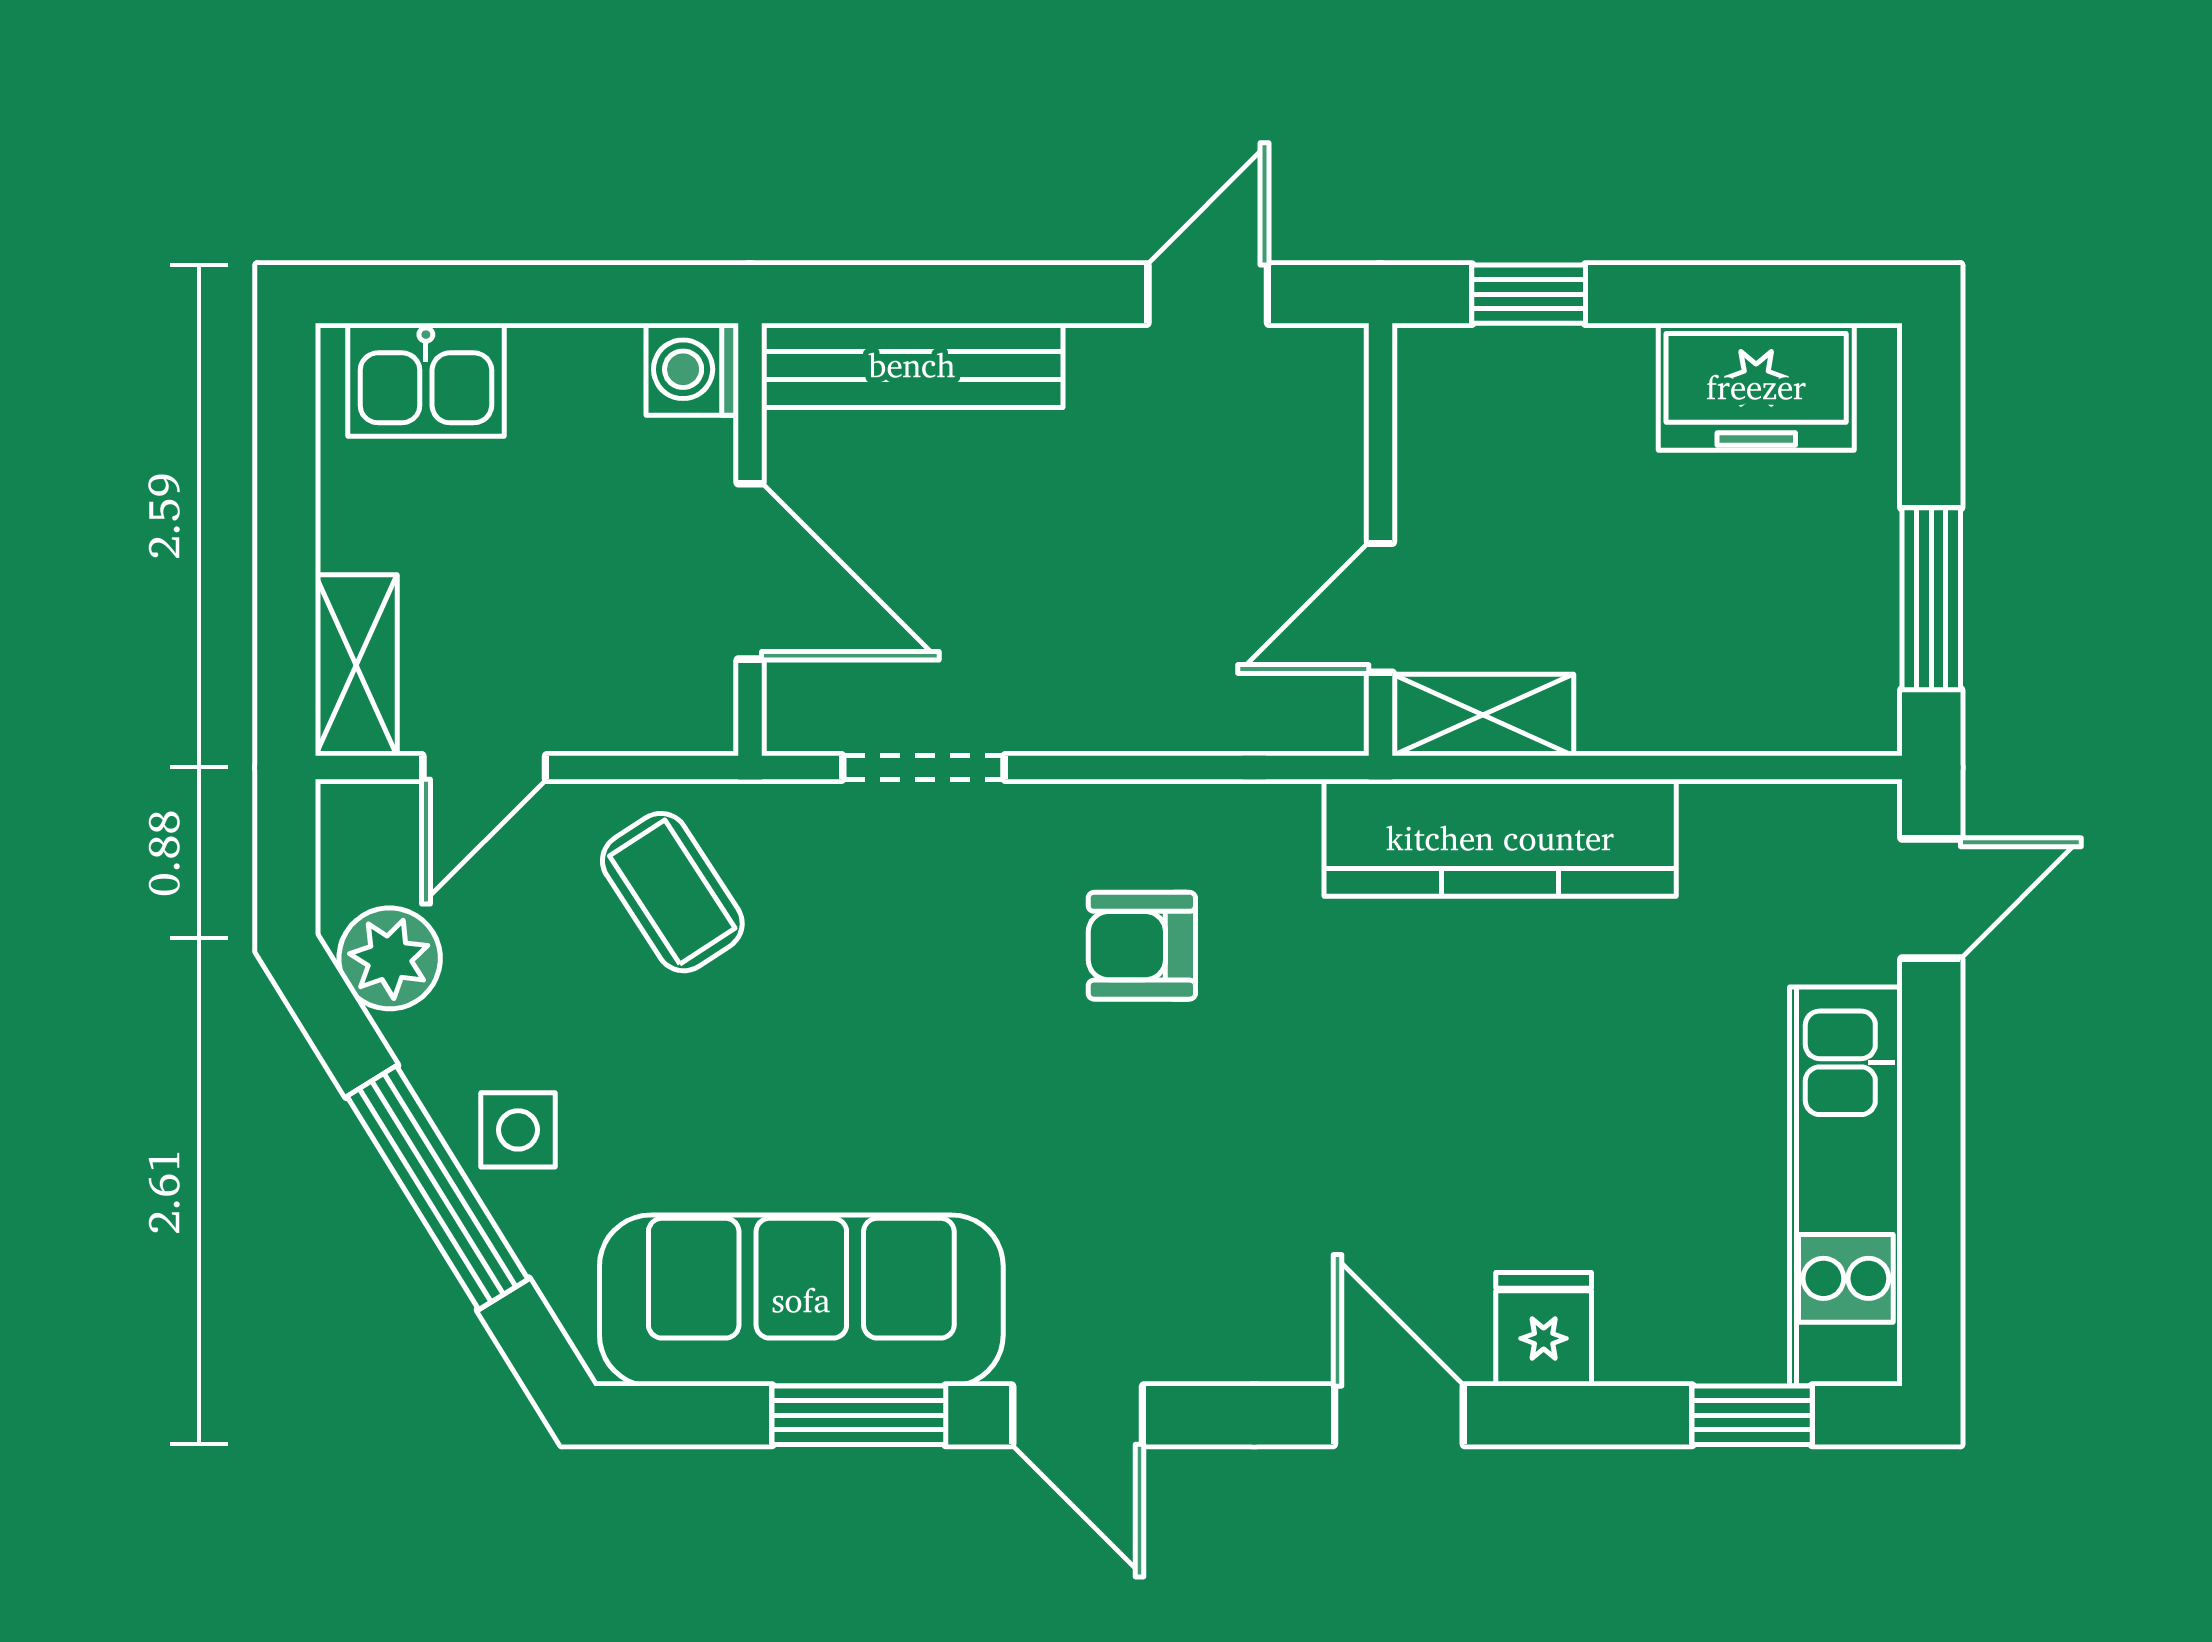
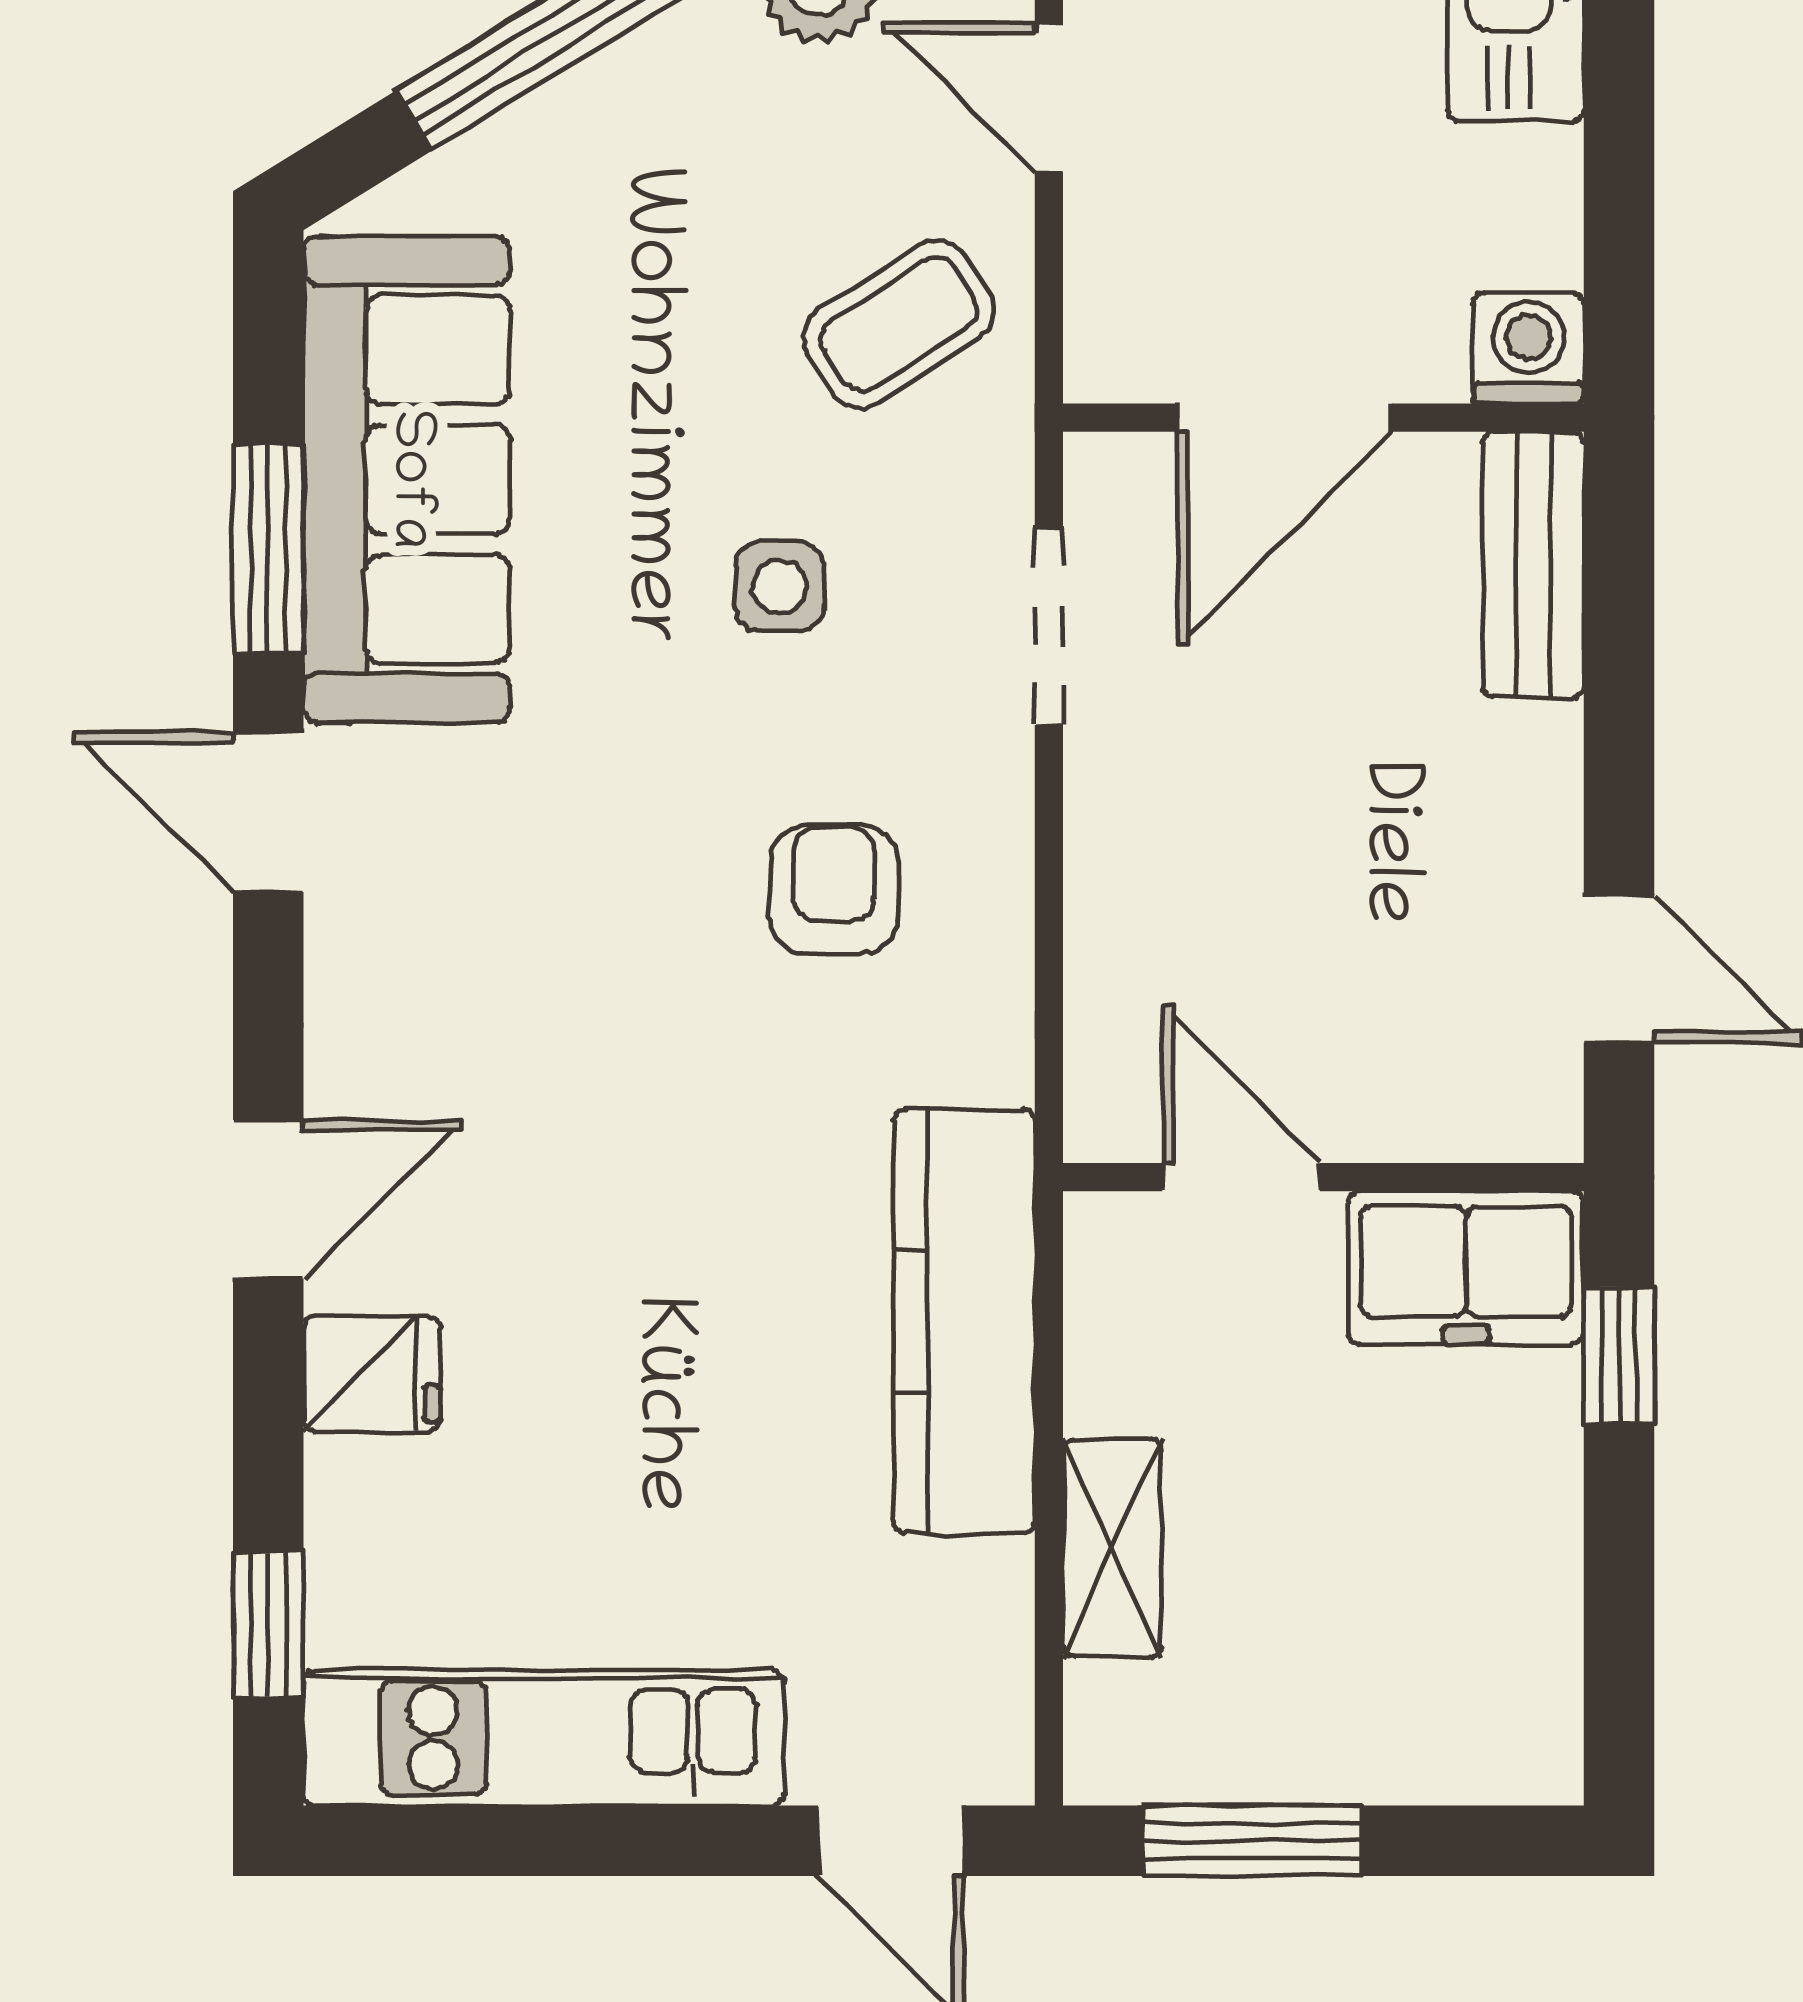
bench: (912, 365) -> (1533, 565), width x0.73
freezer: (1756, 387) -> (1466, 1268), moved, turned -90
shelving: (1483, 715) -> (1112, 1548), moved
side table: (518, 1130) -> (779, 587), moved
door: (1078, 1415) -> (268, 812), hinge flipped

